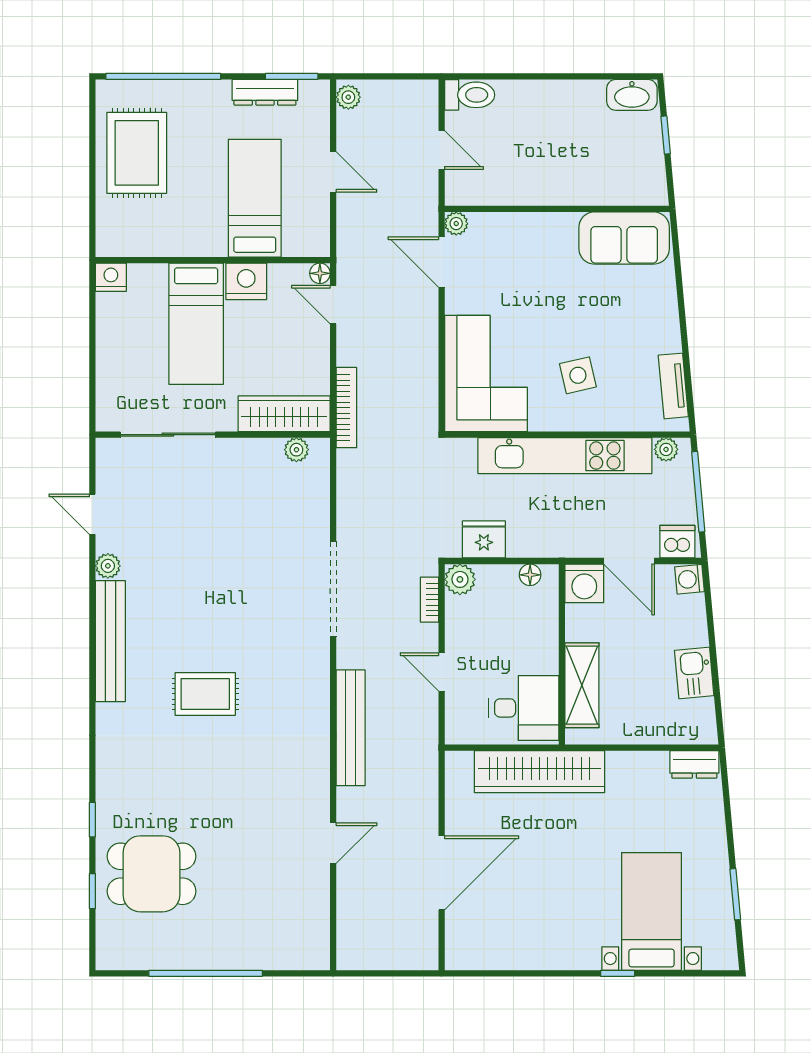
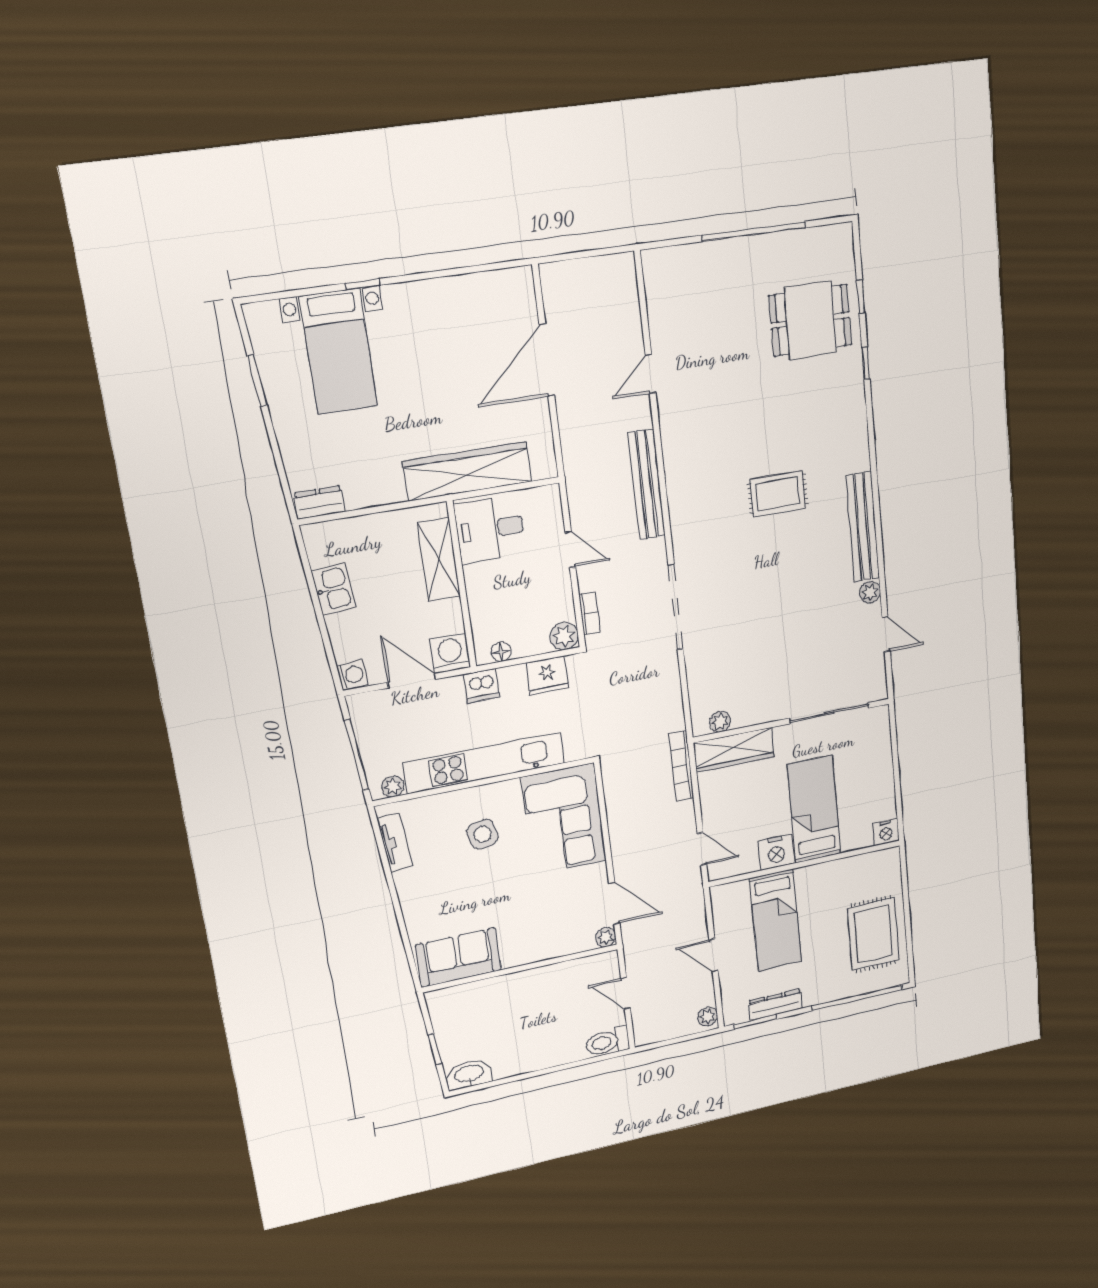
floor lamp: (320, 273) -> (716, 872), removed
dishwasher: (677, 542) -> (482, 686), moved

